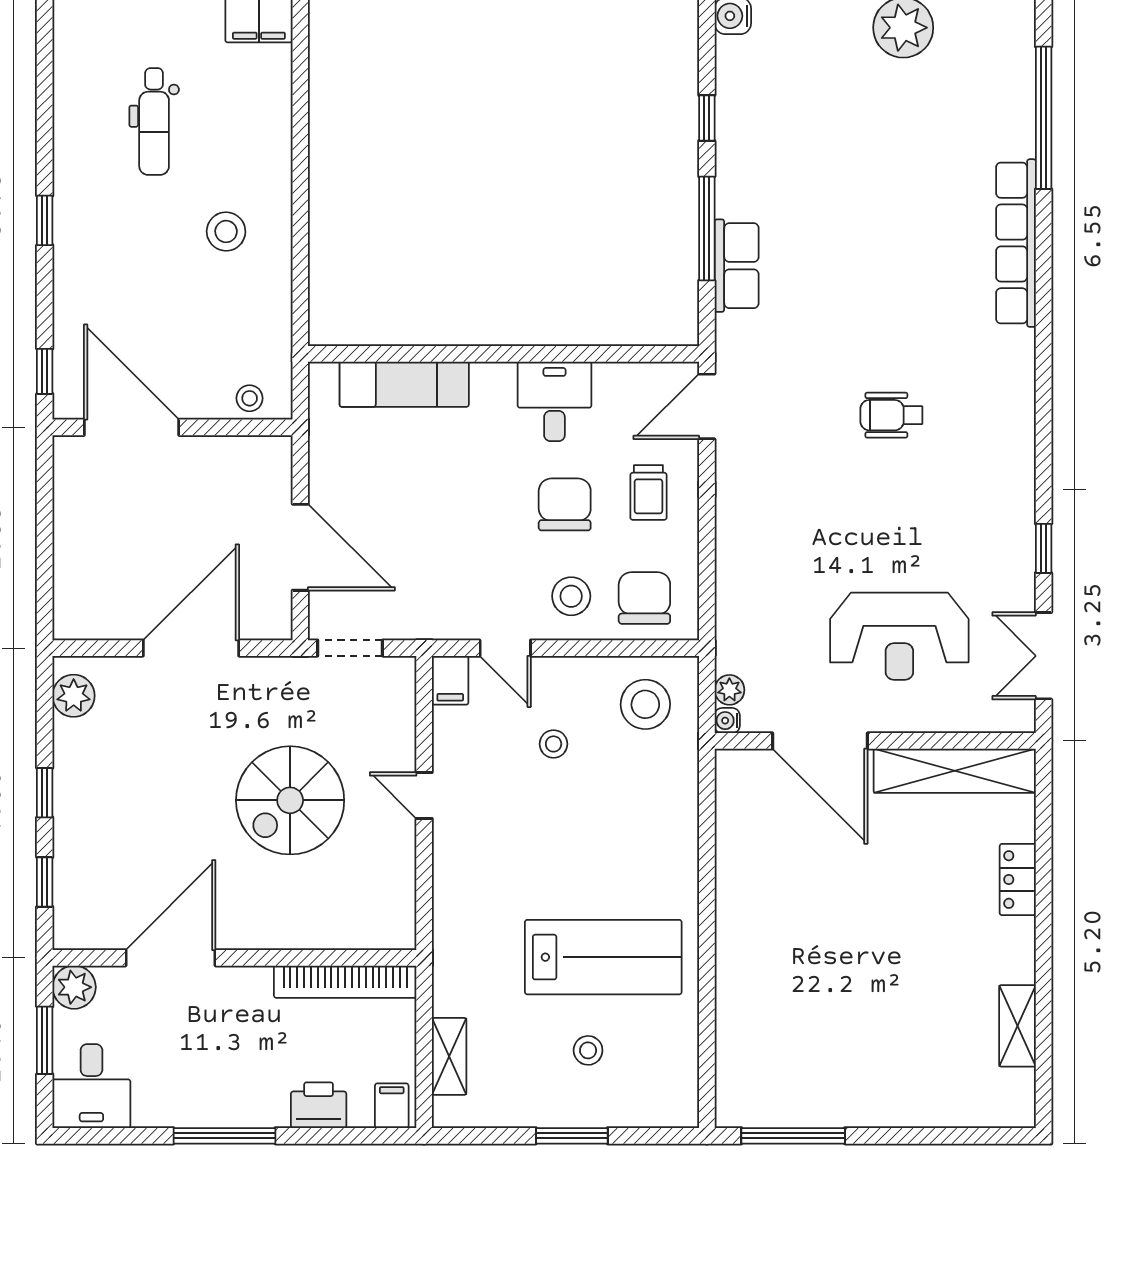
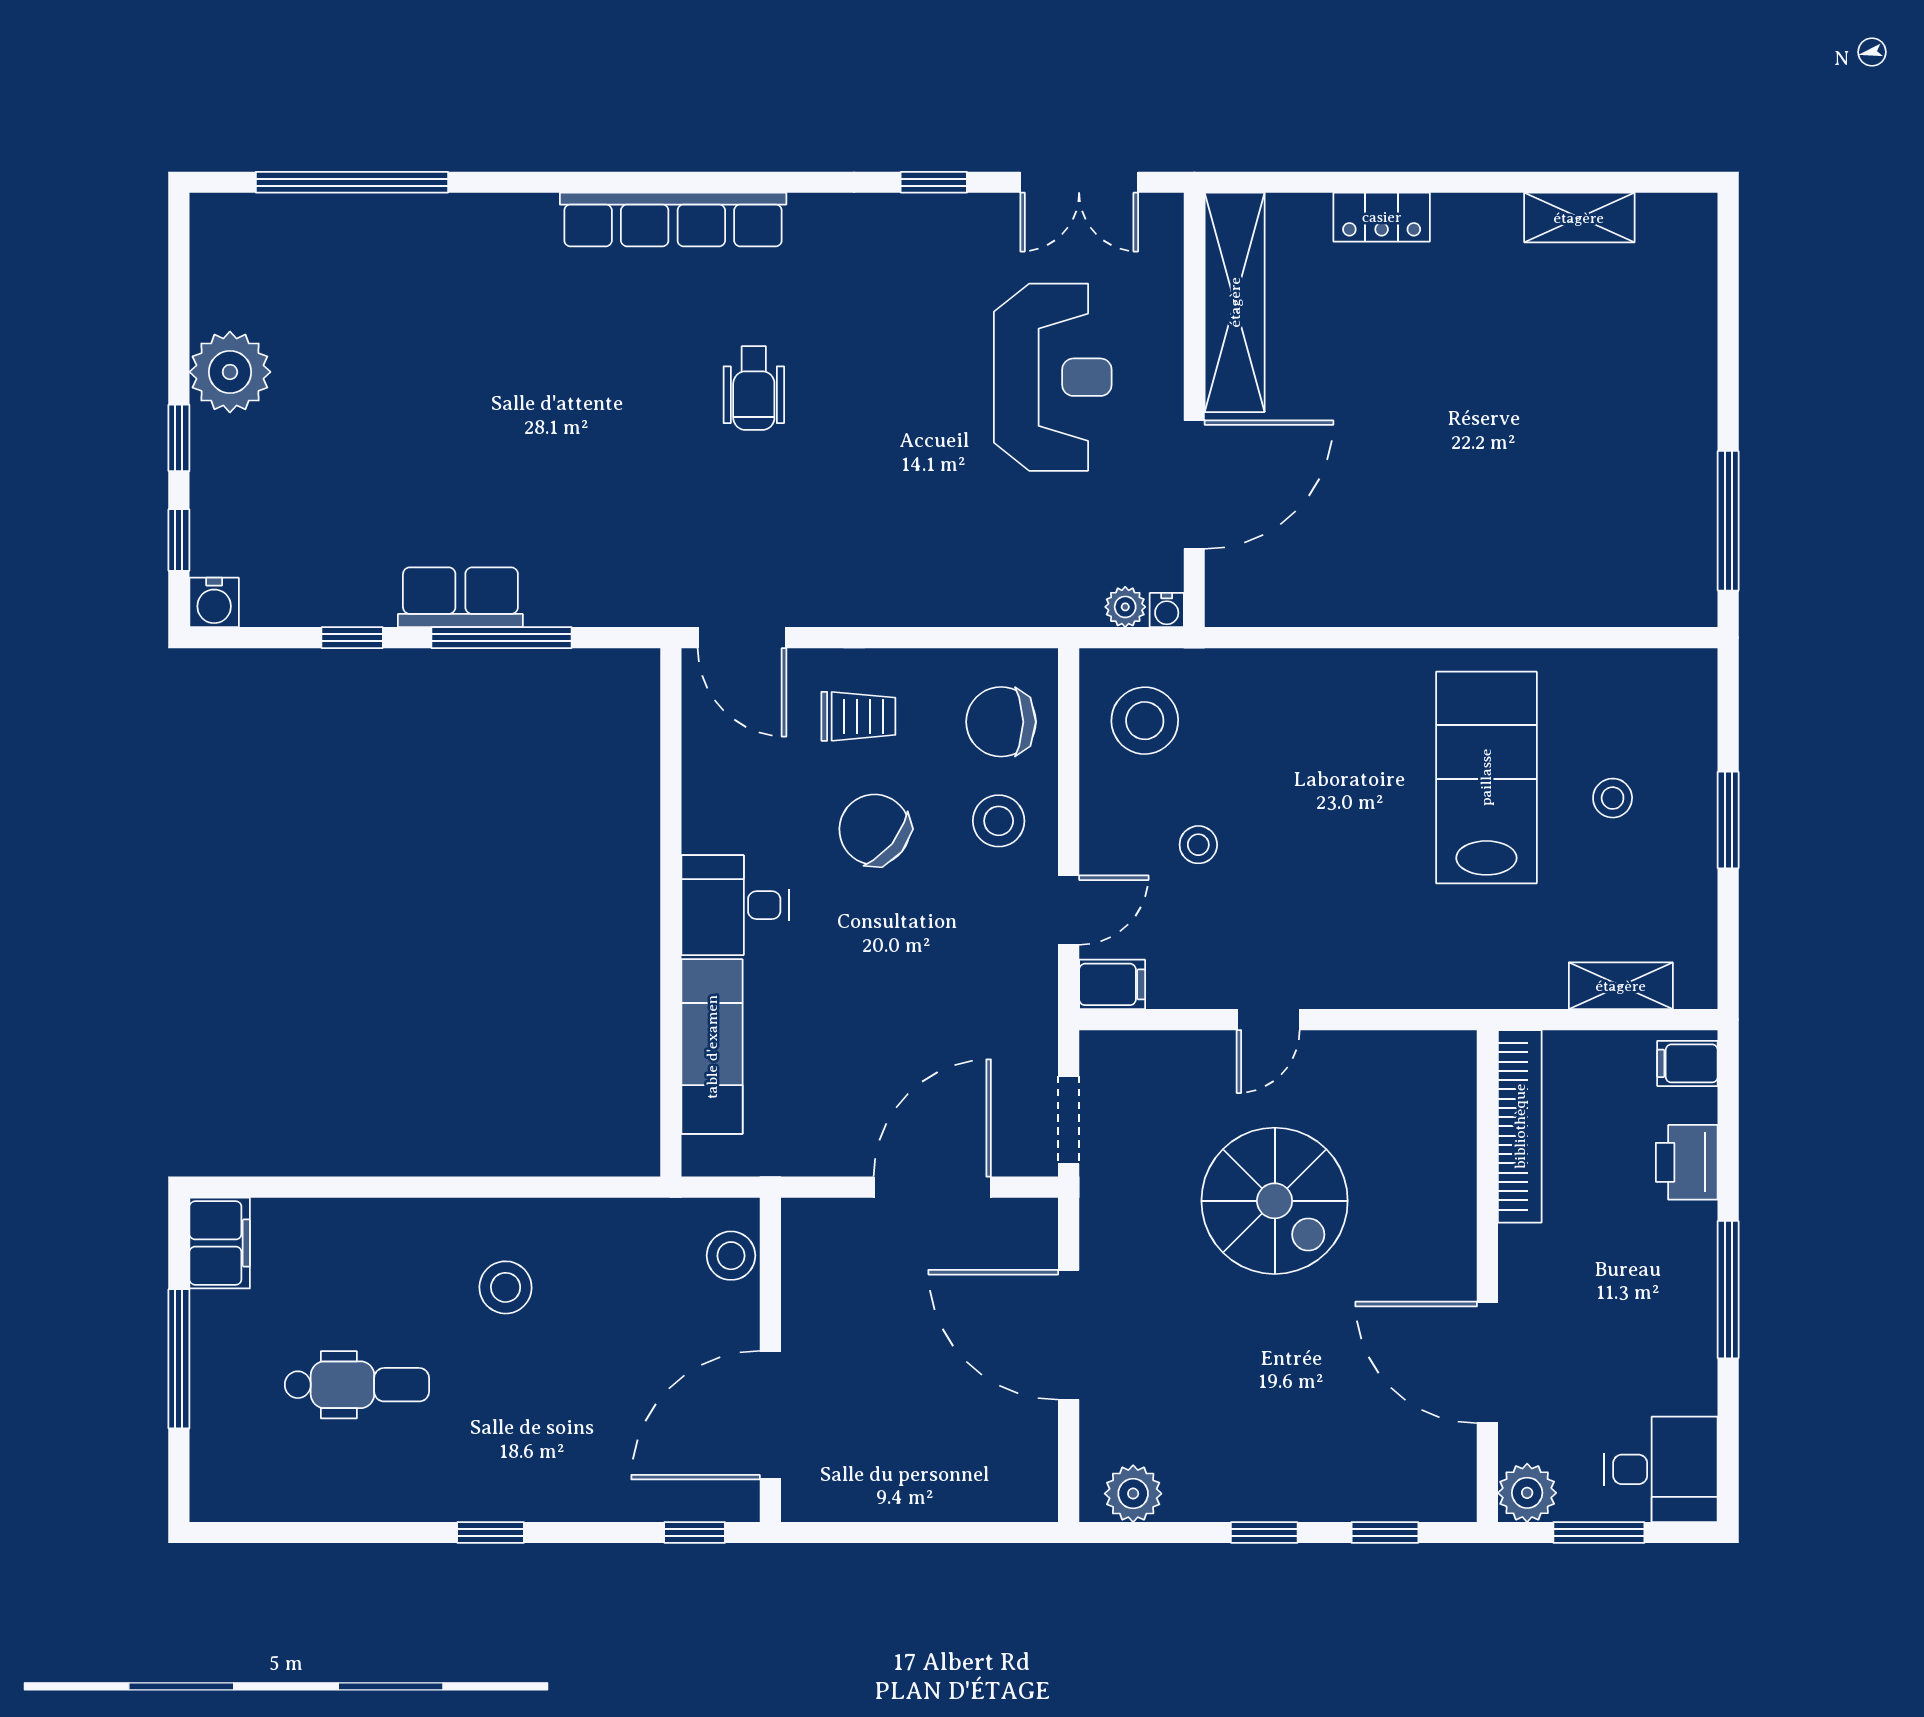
row of seats: (1016, 243) -> (673, 220), moved
row of seats: (737, 266) -> (460, 597), moved
stool: (250, 398) -> (731, 1256), width x1.37, depth x1.37
desk: (554, 401) -> (735, 905), moved
chair: (565, 504) -> (875, 830), turned 39

